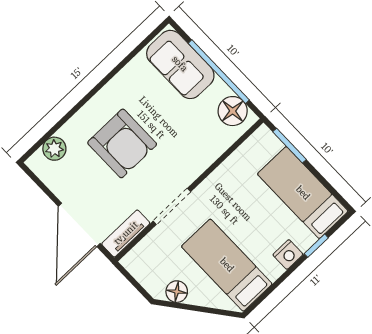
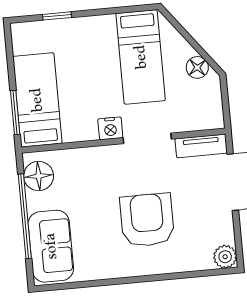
plant: (54, 149) -> (225, 257), moved
bed: (303, 193) -> (37, 100), moved, turned 180
nightstand: (288, 254) -> (110, 128), moved, turned 180

